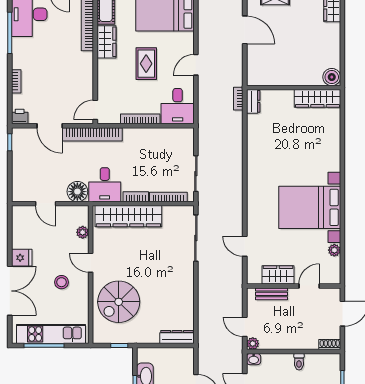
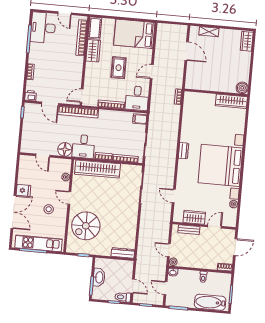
dresser: (253, 101) -> (184, 151), moved
filing cabinet: (184, 137) -> (140, 119), added
bed with nightstands: (310, 207) -> (220, 165), width x1.36

